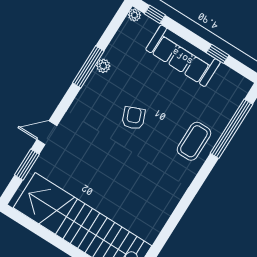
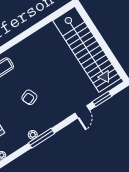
door: (47, 133) -> (82, 112), hinge flipped

